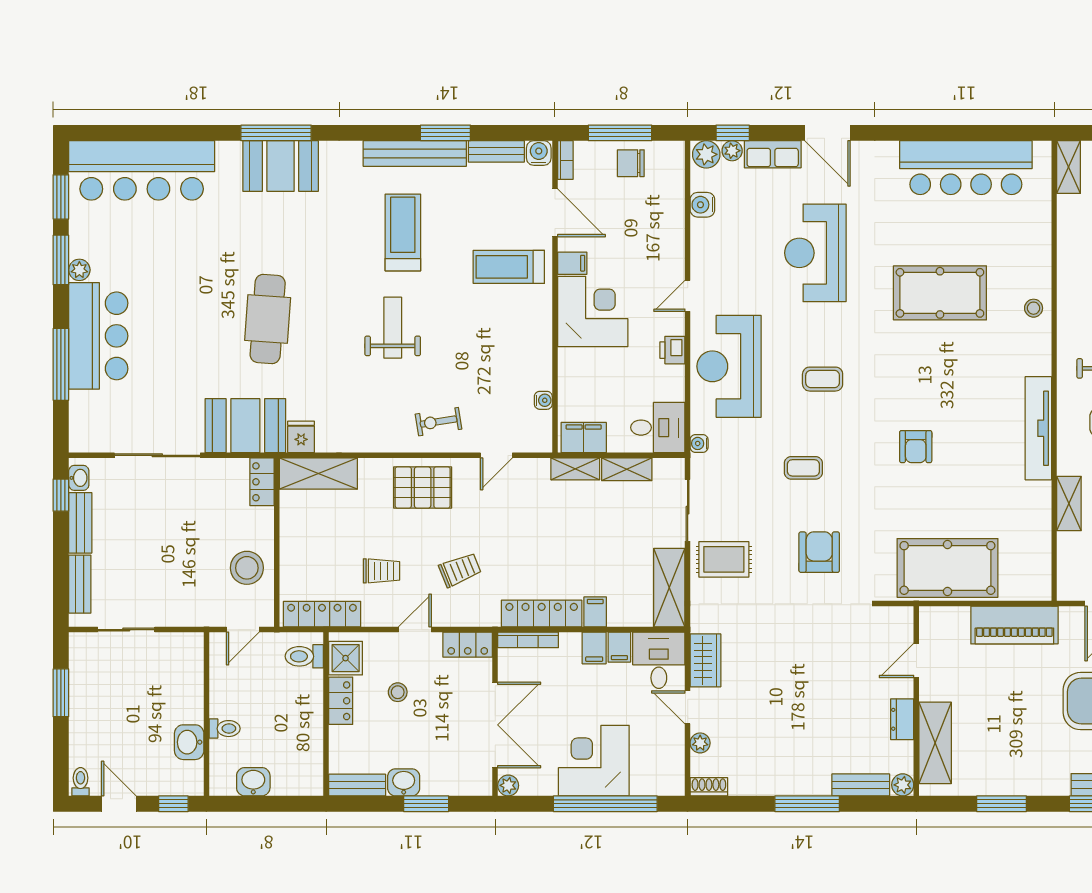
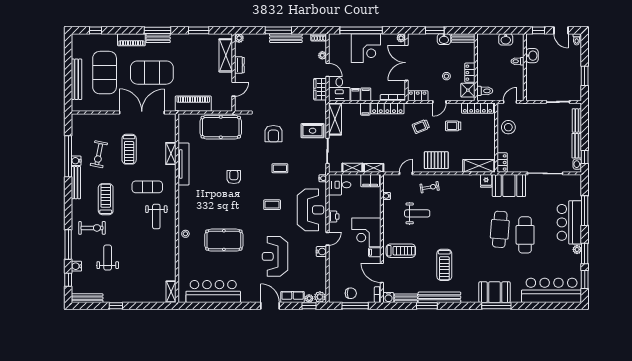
water cooler: (702, 205) -> (321, 252), moved
reception desk: (815, 253) -> (275, 256), turned 180
cafe table: (206, 306) -> (525, 235), added
weight bench: (393, 328) -> (417, 213), moved, turned -90
tv unit: (1038, 428) -> (183, 164), moved
bench: (861, 785) -> (286, 38), moved, width x1.36

